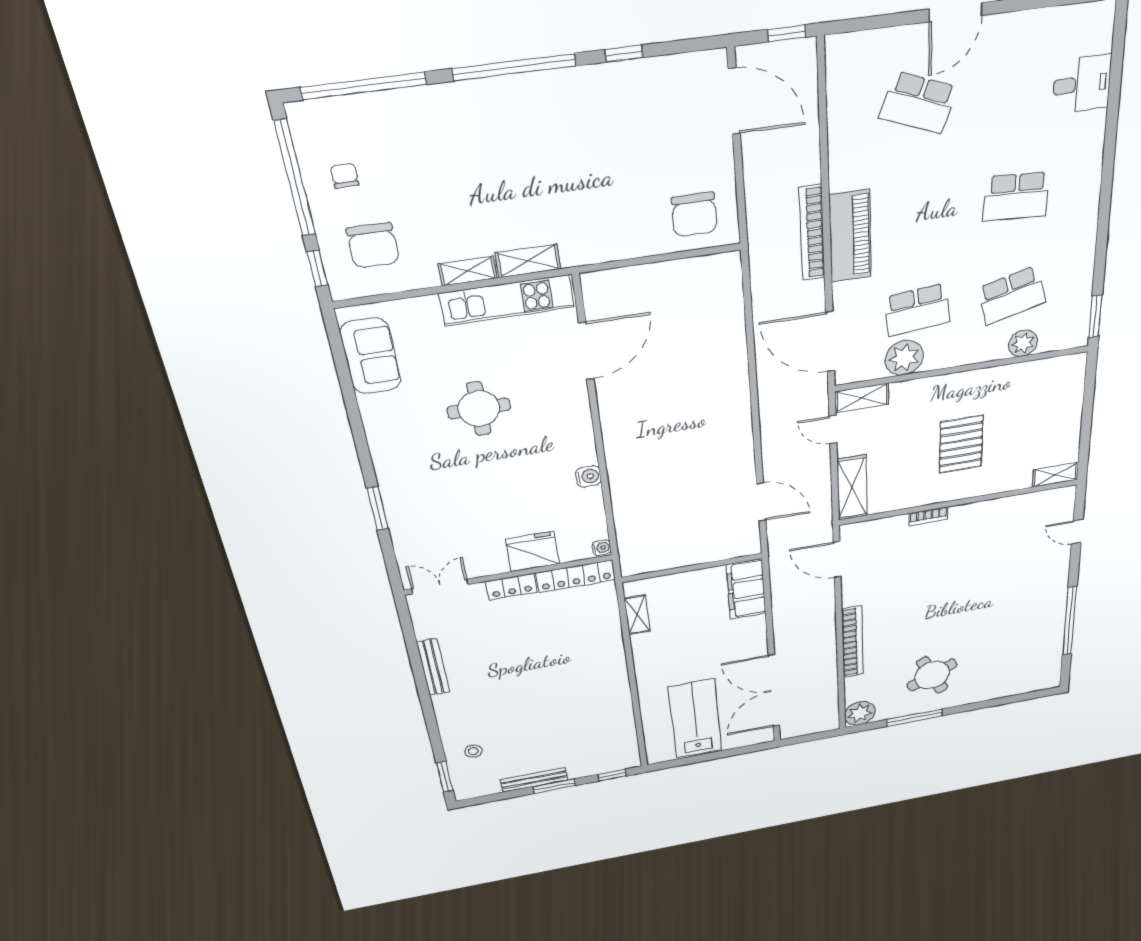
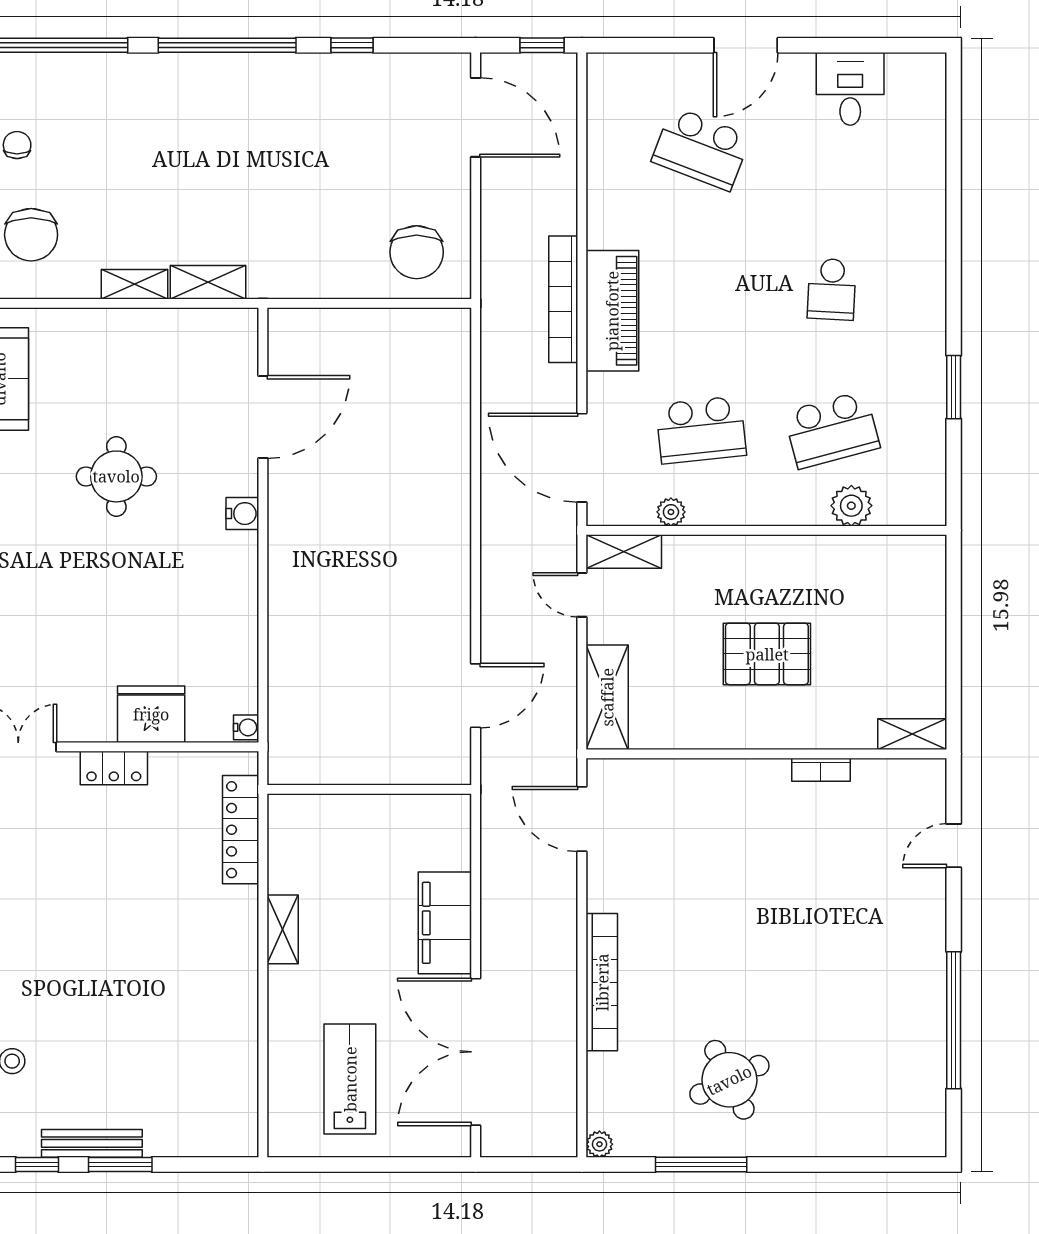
desk: (1082, 84) -> (850, 89), moved, turned -90
school desk: (1016, 197) -> (832, 289), width x0.54
kitchen unit: (507, 300) -> (175, 330), removed
window: (1095, 316) -> (954, 387), moved
plant: (904, 358) -> (671, 512), width x0.53, depth x0.53
pallet: (961, 444) -> (767, 654), turned 90
water cooler: (588, 476) -> (242, 514), moved
door: (761, 502) -> (476, 696), hinge flipped
bookcase: (928, 516) -> (821, 770), moved
door: (1077, 532) -> (954, 846), hinge flipped
locker: (576, 576) -> (241, 830), moved, turned 90
filing cabinet: (746, 589) -> (445, 923), moved
shelving: (637, 615) -> (283, 929), moved
plant: (860, 713) -> (599, 1144), width x0.53, depth x0.53
lab bench: (695, 719) -> (350, 1079), width x0.73, depth x0.72
window: (612, 775) -> (37, 1165), moved

